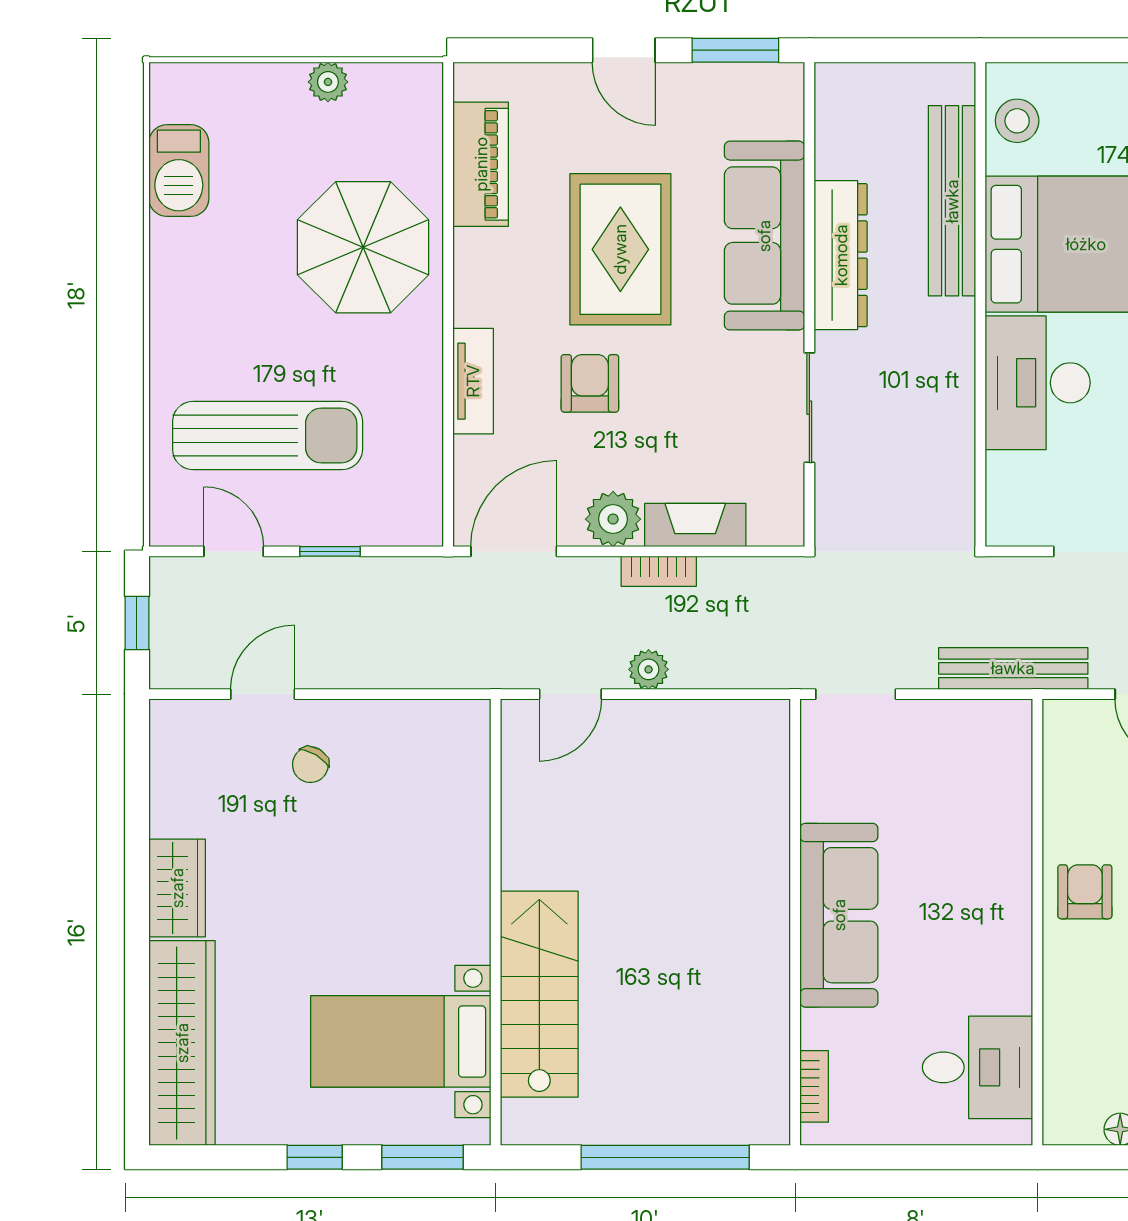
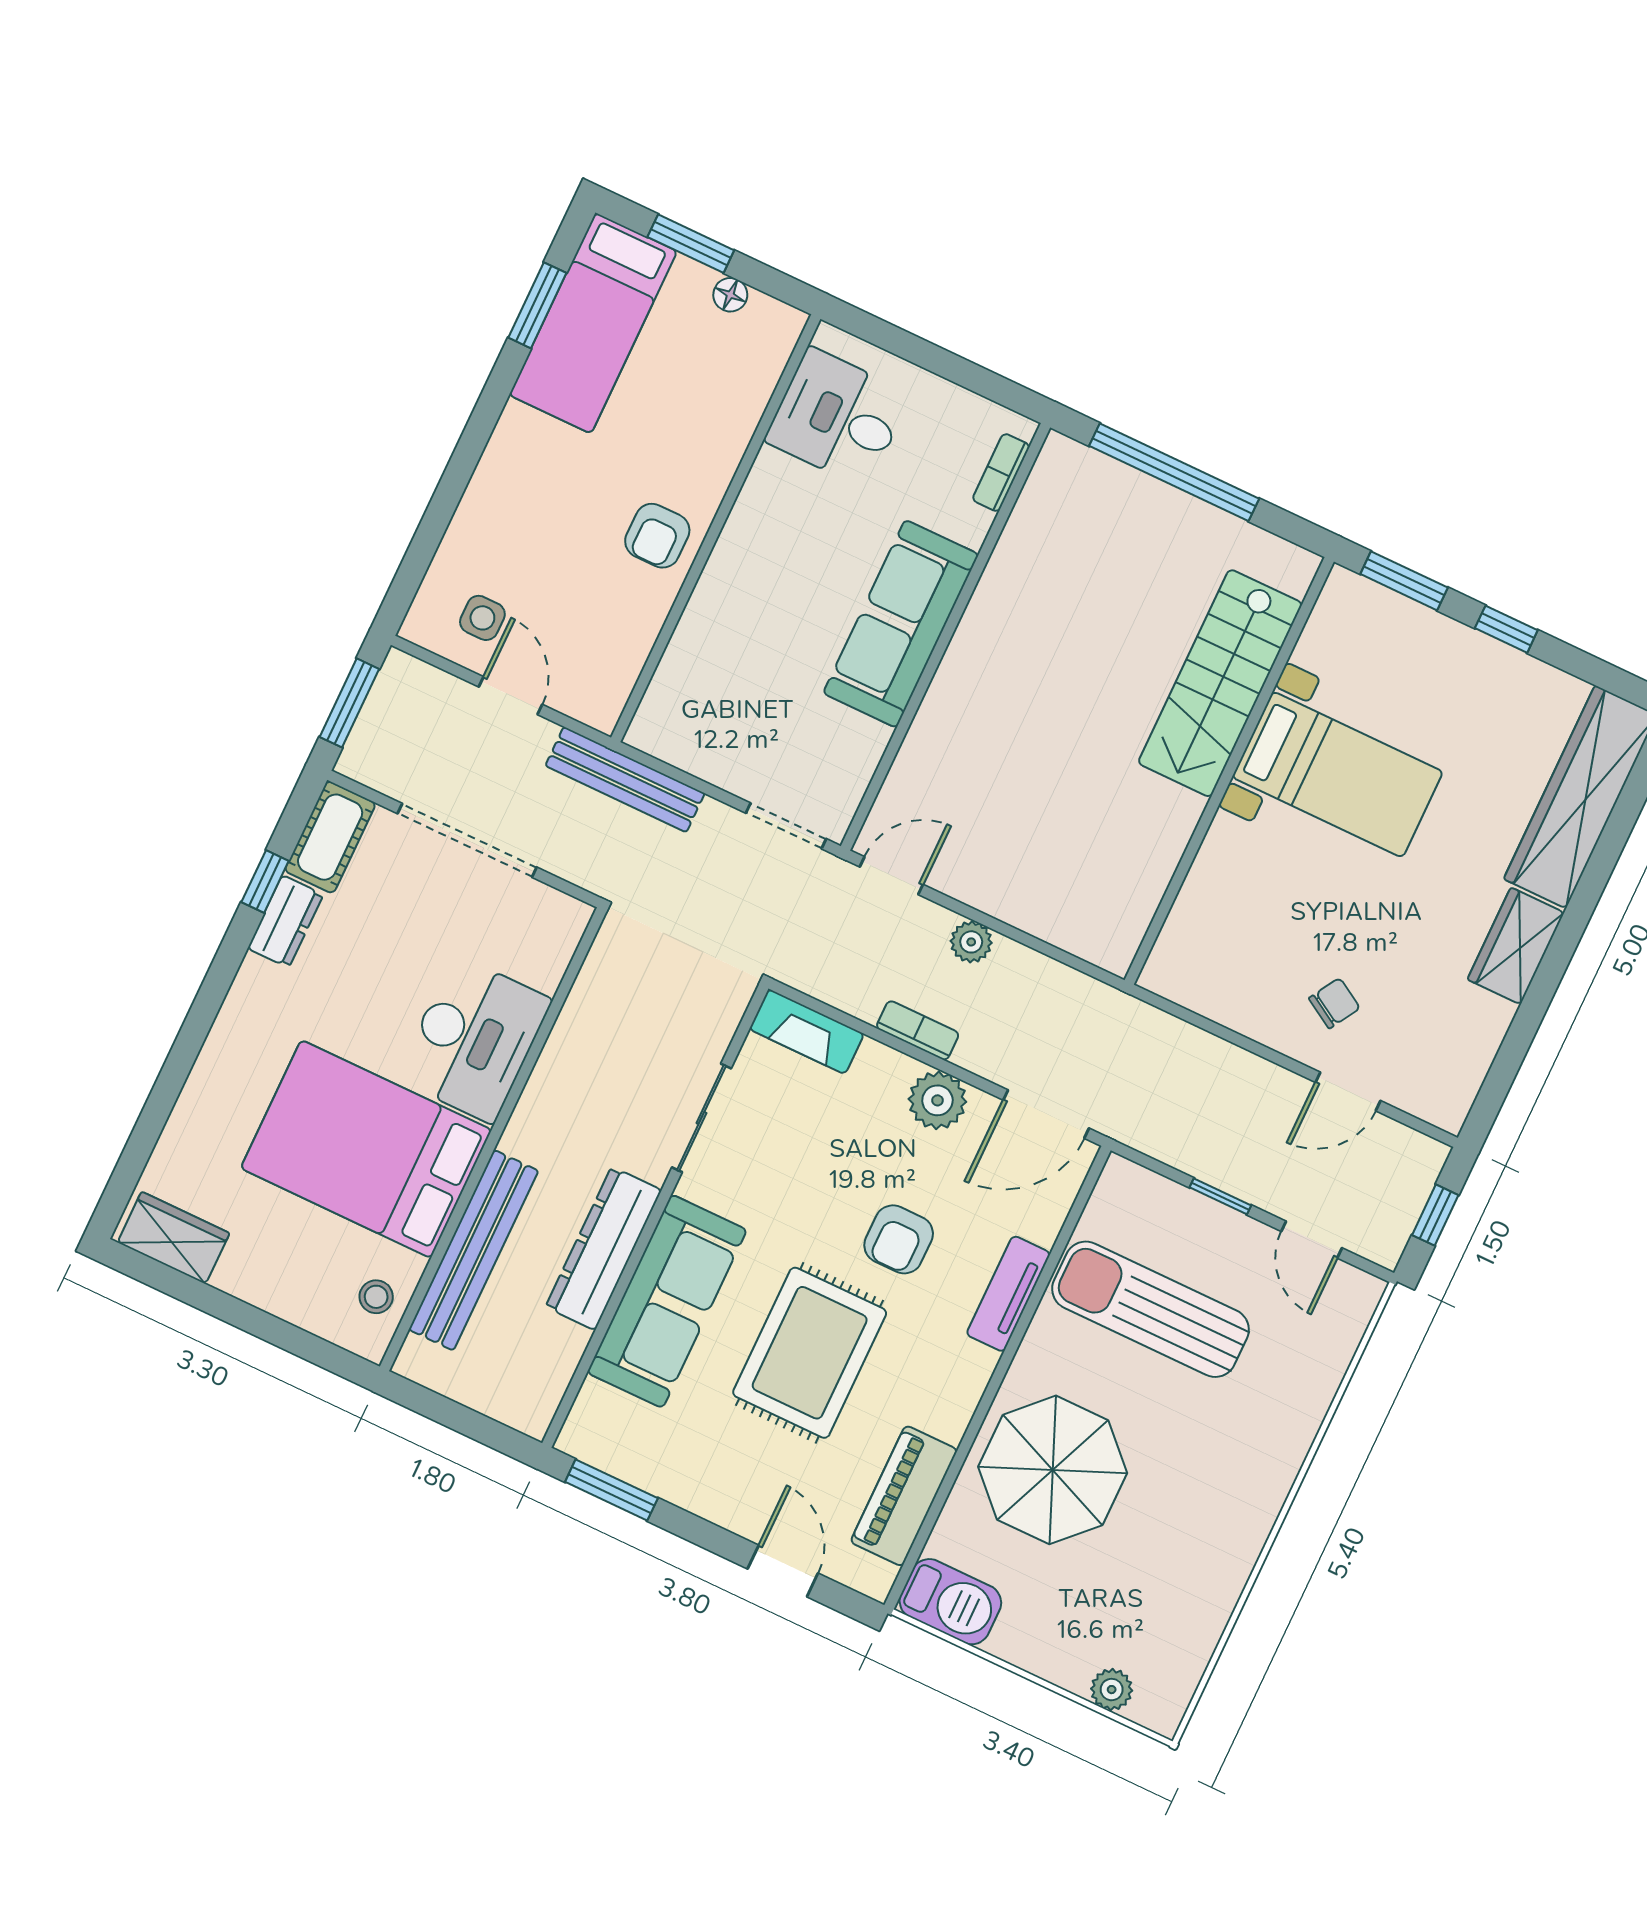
door: (624, 50) -> (783, 1571), moved
plant: (328, 82) -> (1112, 1690), moved
stool: (1017, 121) -> (376, 1297), width x0.73, depth x0.73
barbecue: (179, 171) -> (950, 1602), moved, turned 90
sun lounger: (268, 436) -> (1150, 1309), moved
fireplace: (695, 525) -> (807, 1032), moved
door: (570, 694) -> (891, 876), moved
bed with nightstands: (401, 1041) -> (1338, 774), moved

